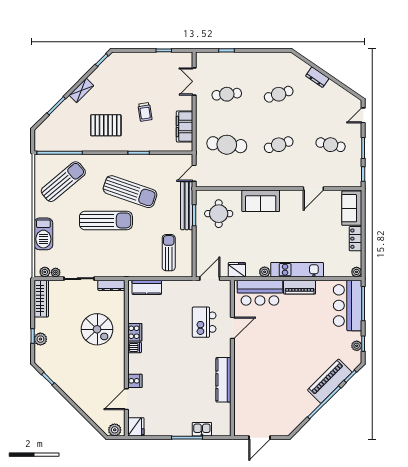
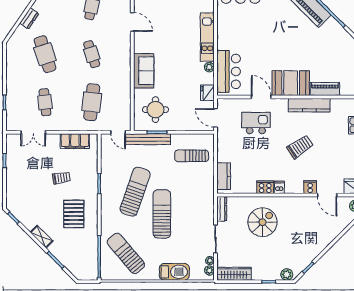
cafe table: (279, 94) -> (45, 54), width x1.37, depth x1.35
piano: (300, 287) -> (325, 89), moved, turned -90
kitchen island: (204, 322) -> (256, 123), turned 180
plant: (40, 339) -> (287, 275), moved
booth: (247, 360) -> (291, 83), added
trolley: (179, 370) -> (300, 147), added

